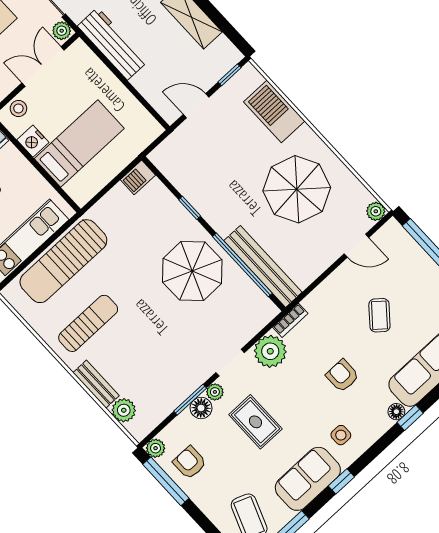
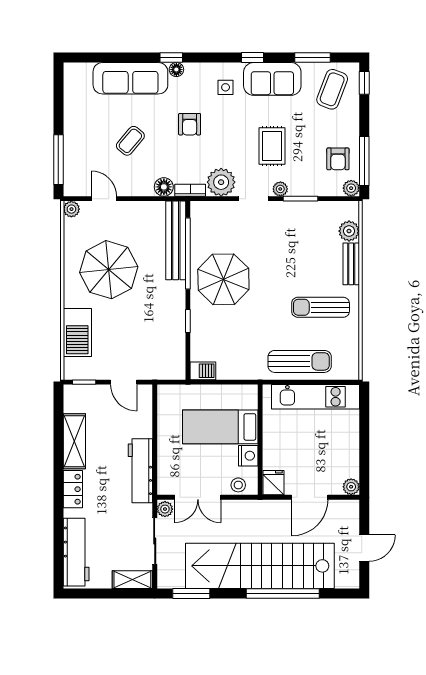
sun lounger: (63, 261) -> (300, 361), width x0.73, depth x0.75
floor lamp: (201, 408) -> (164, 187), moved

